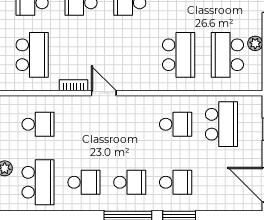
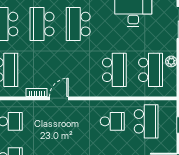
school desk: (227, 55) -> (151, 70), turned 180
door: (104, 93) -> (59, 98), hinge flipped

